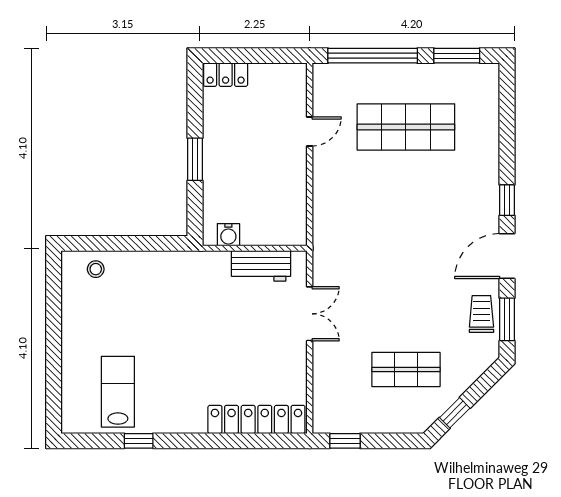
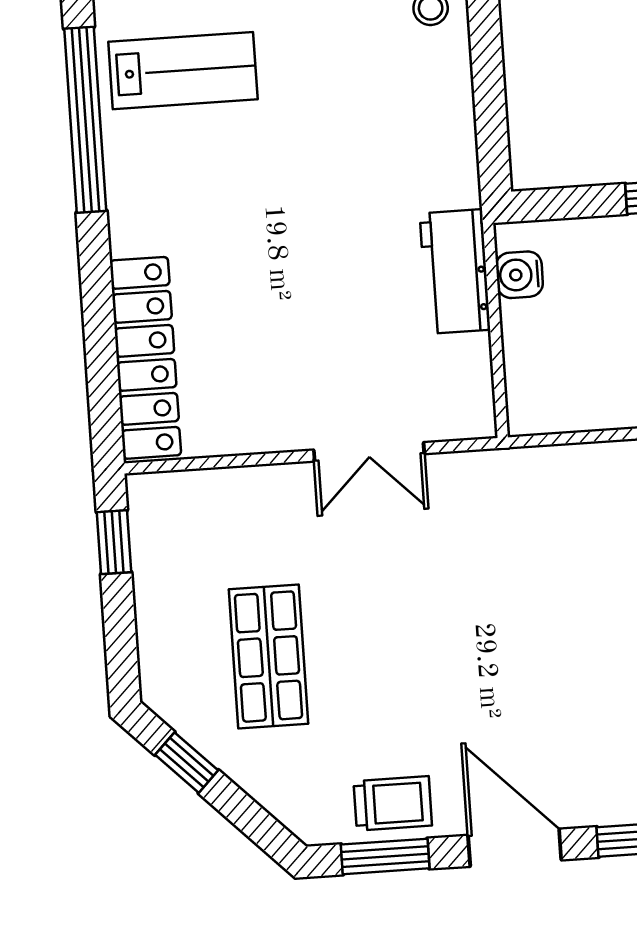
workbench: (261, 266) -> (455, 272), moved
window: (139, 441) -> (85, 120), width x3.17

